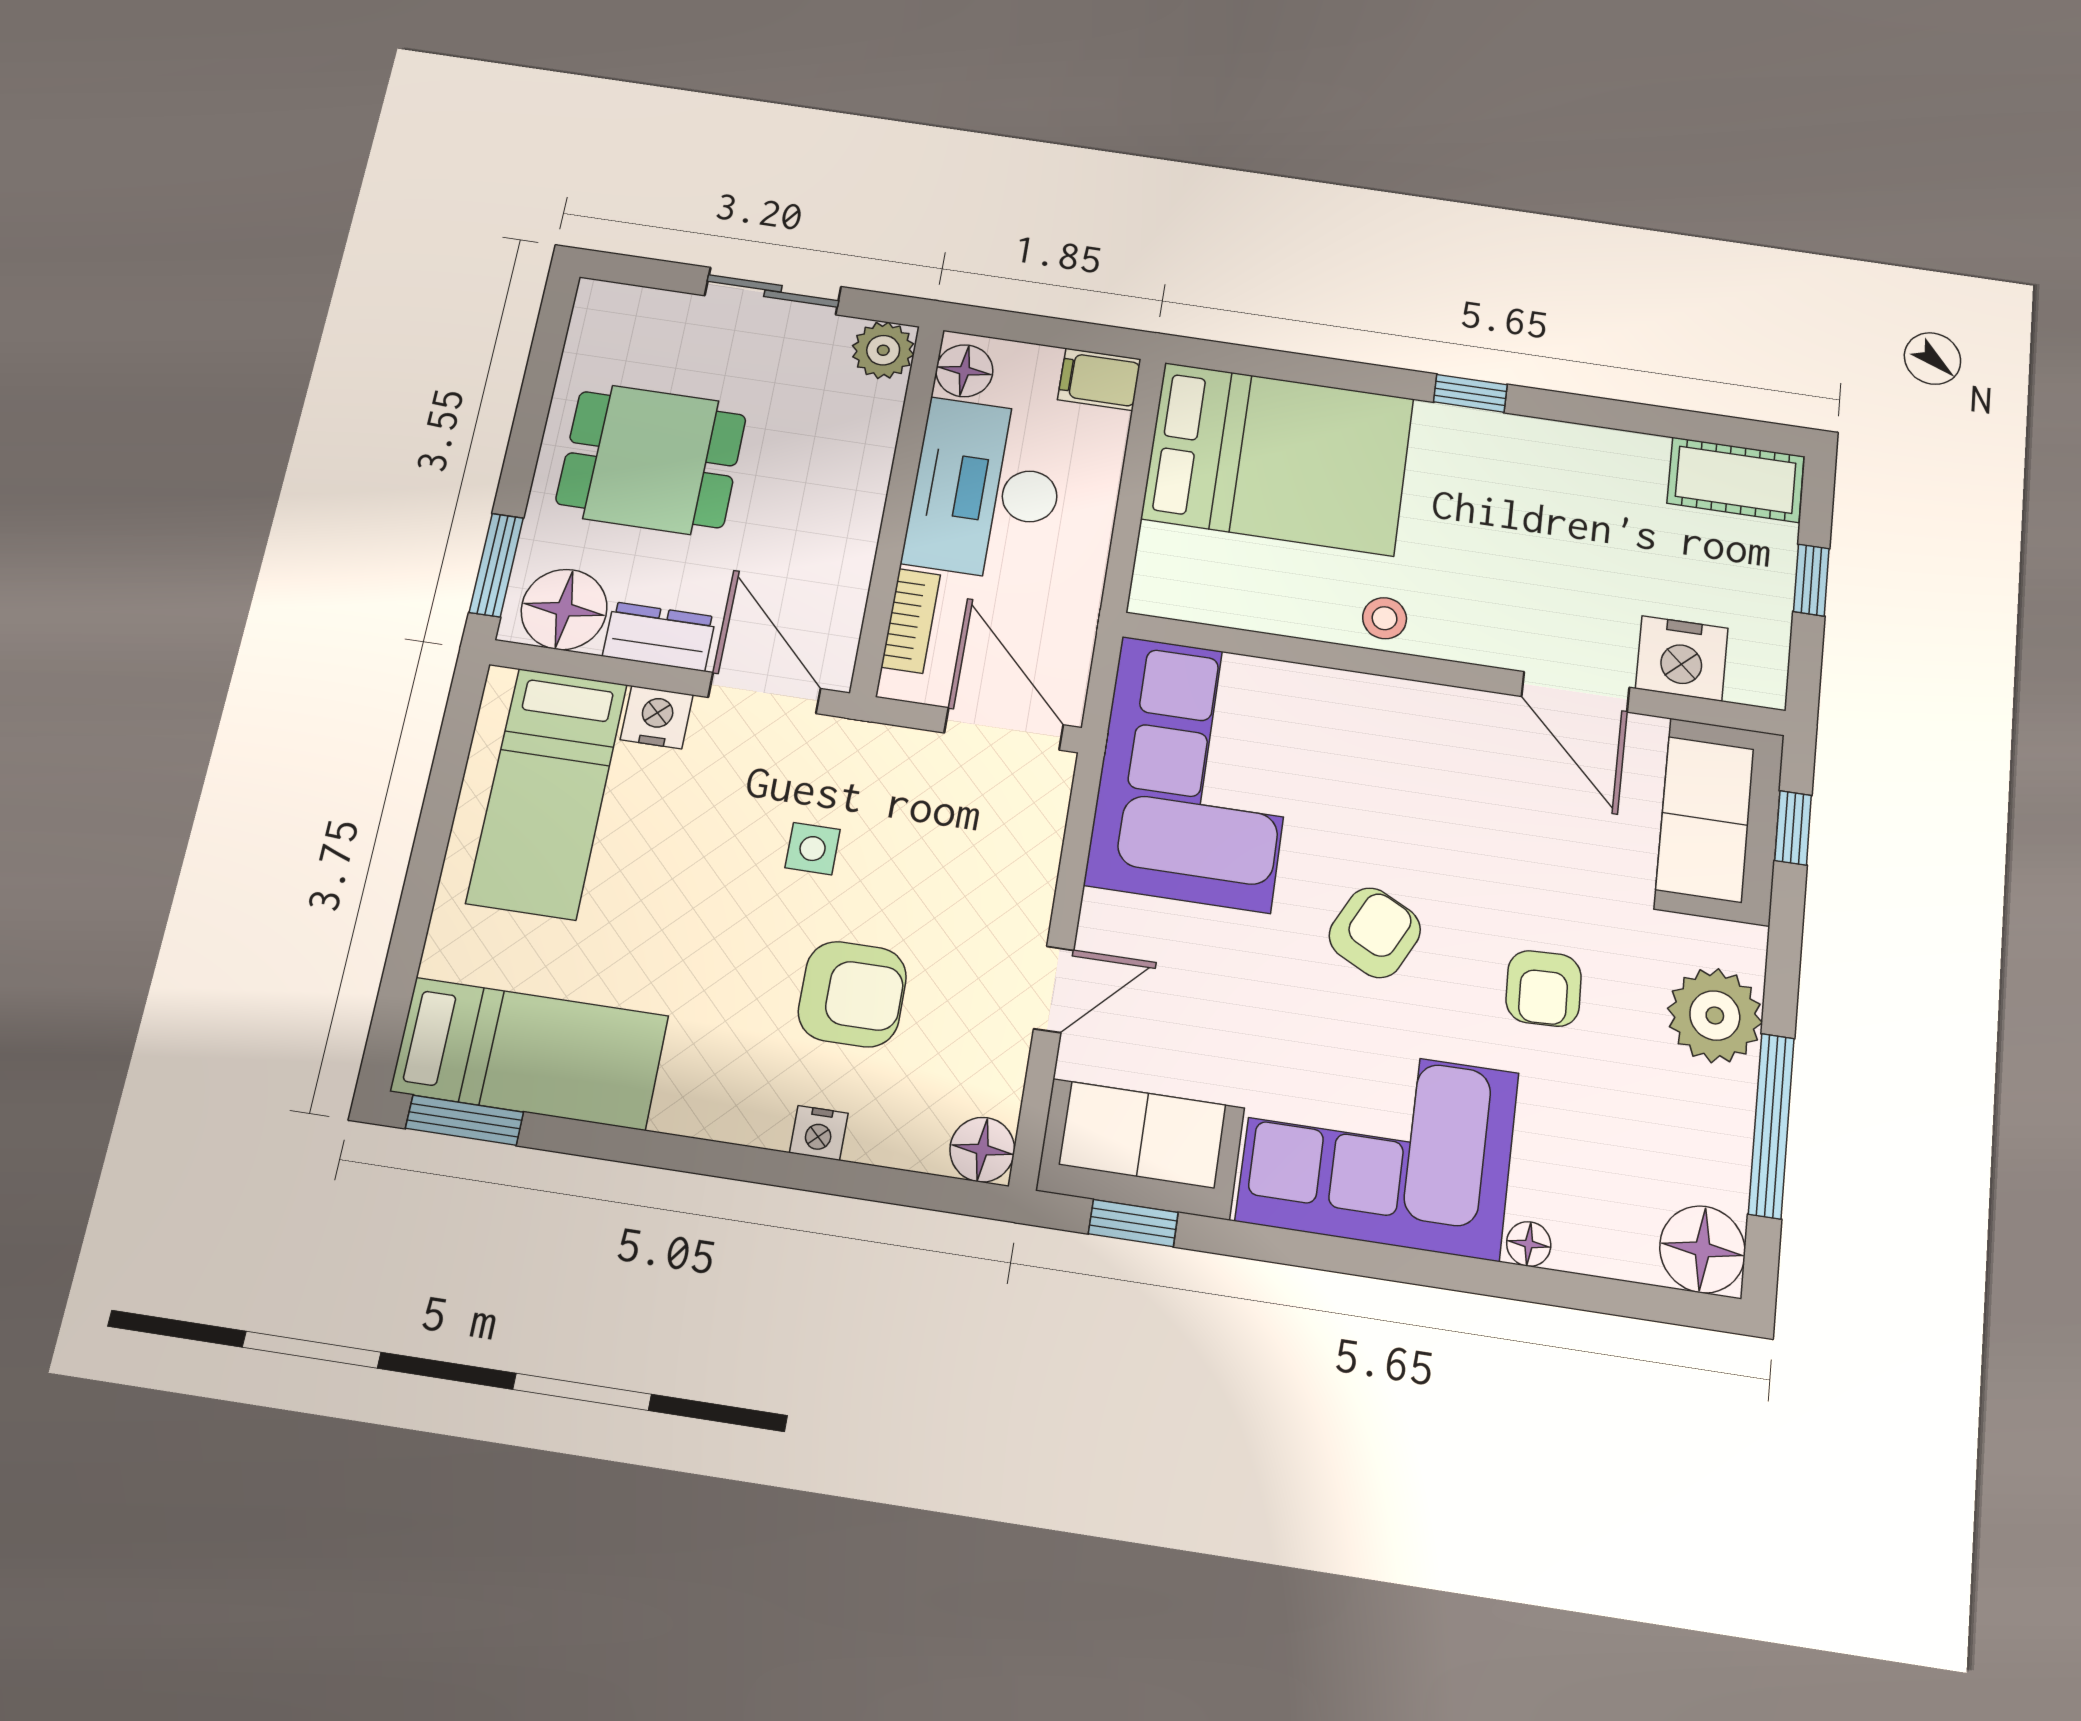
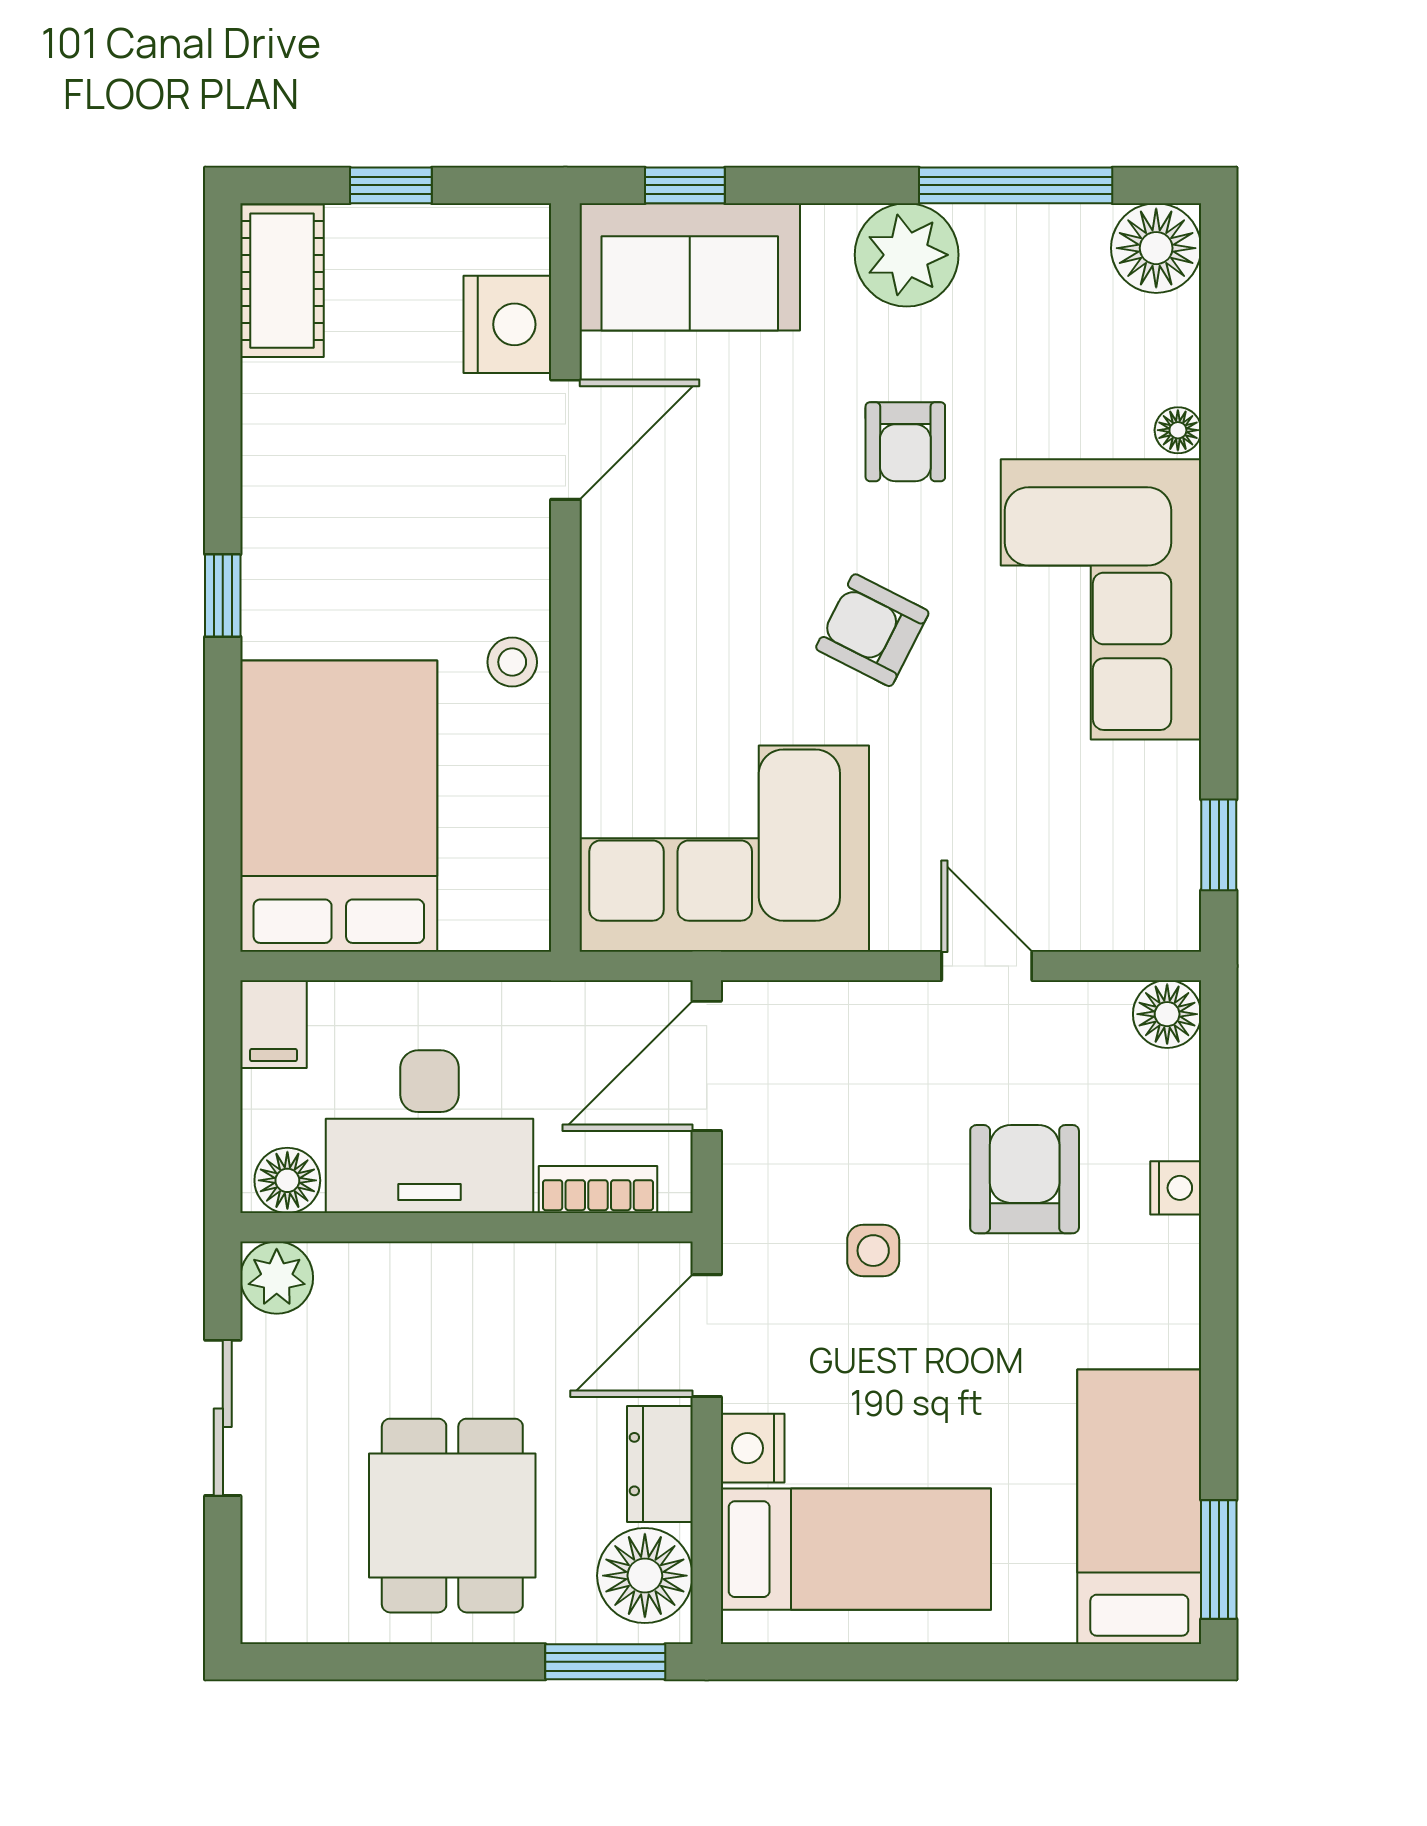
armchair: (1544, 988) -> (905, 442), turned 92
sofa: (1140, 1149) -> (1141, 849), removed

